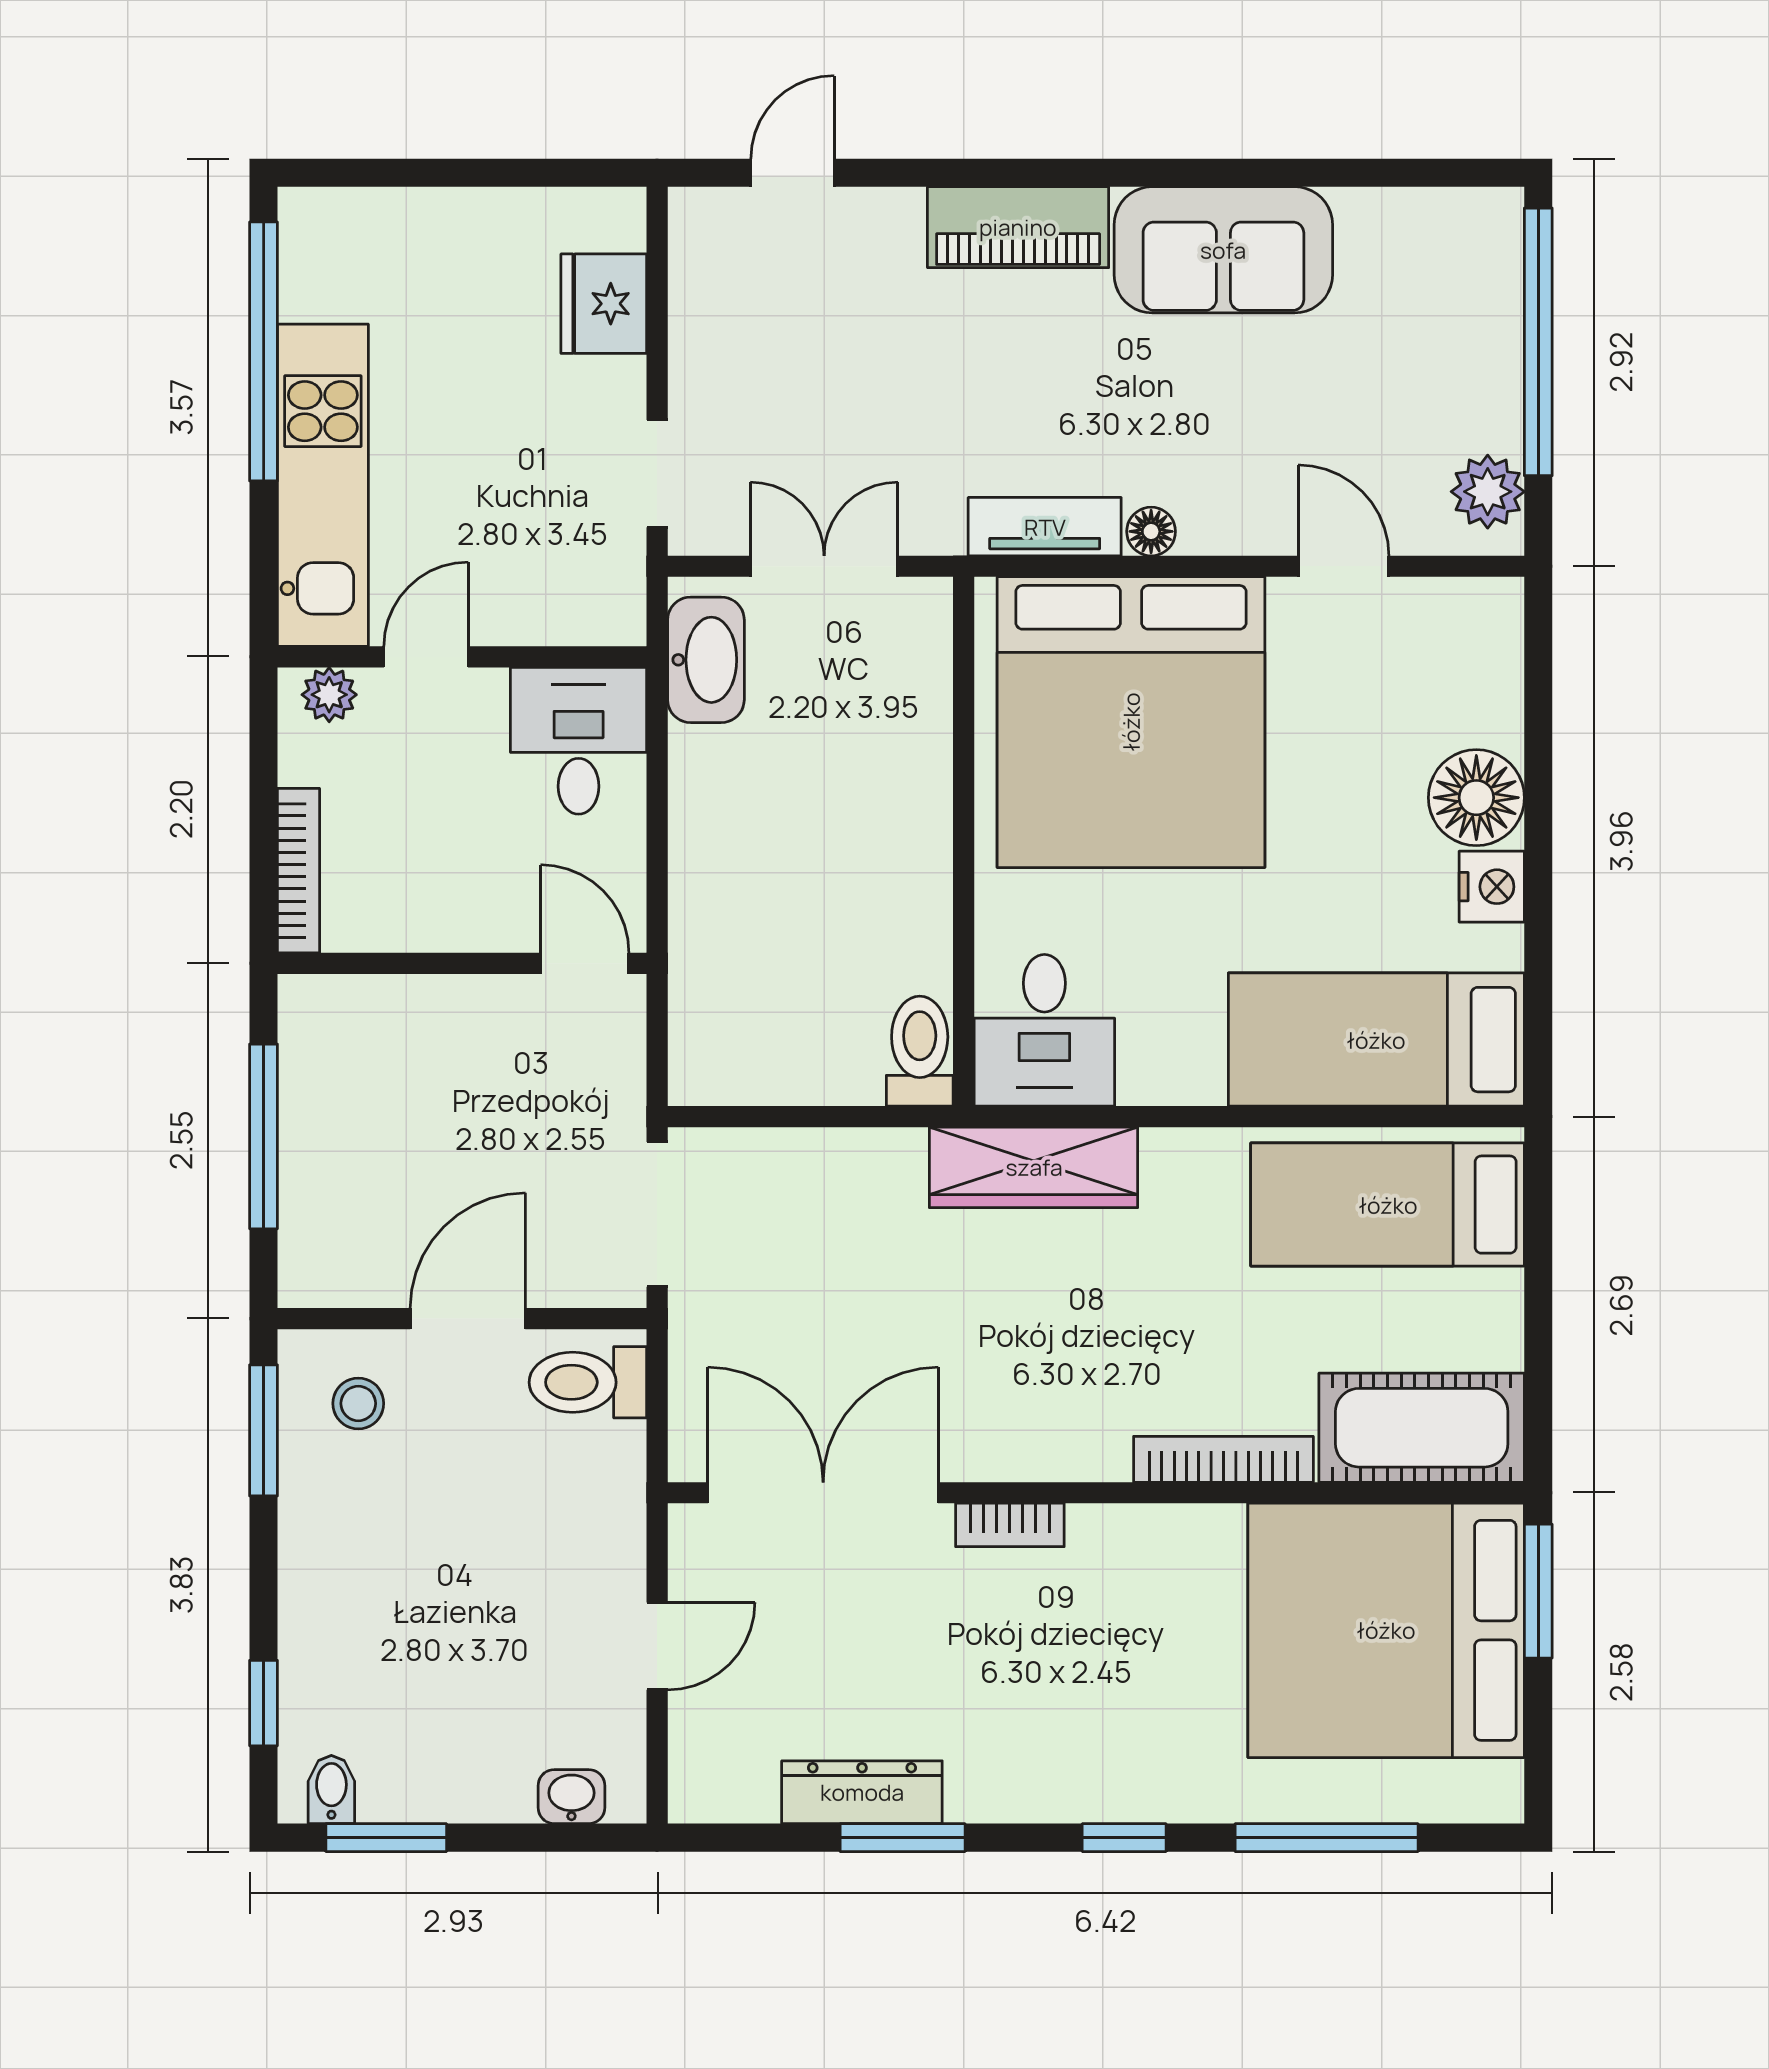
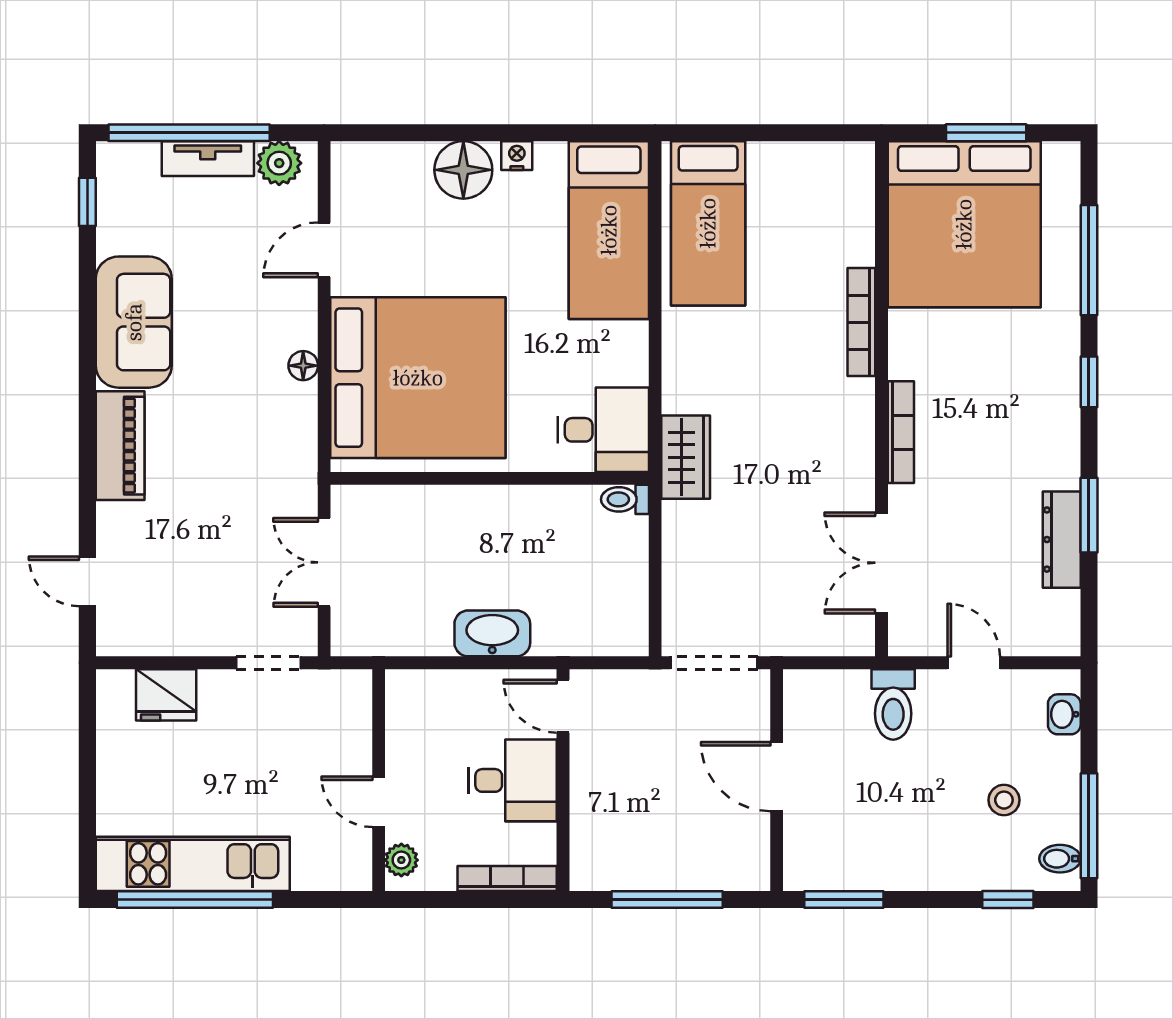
window: (1423, 173) -> (87, 202), added
kitchen unit: (323, 485) -> (193, 864), moved
tv unit: (1045, 527) -> (208, 159), moved, turned -90
washbasin: (706, 660) -> (492, 633), moved
desk: (579, 741) -> (513, 780), moved, turned 180
nightstand: (1492, 887) -> (517, 156), width x0.72, depth x0.74
door: (585, 963) -> (563, 706), hinge flipped
toilet: (920, 1051) -> (625, 499), width x0.73, depth x0.72
wardrobe: (1034, 1167) -> (686, 457), width x0.67
toilet: (588, 1382) -> (893, 704), moved
stool: (358, 1403) -> (1004, 800), moved
cot: (1422, 1428) -> (842, 203), removed
double door: (823, 1493) -> (881, 563), width x0.73
bookcase: (1010, 1525) -> (901, 432), width x1.56
window: (1538, 1591) -> (986, 133), moved
window: (386, 1838) -> (1089, 826), width x1.44

